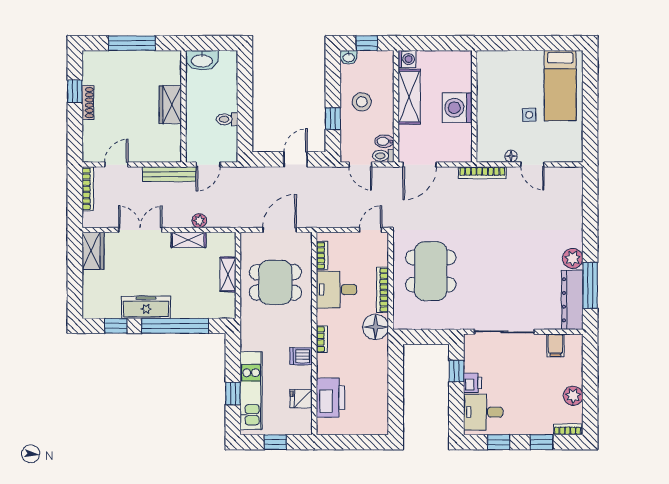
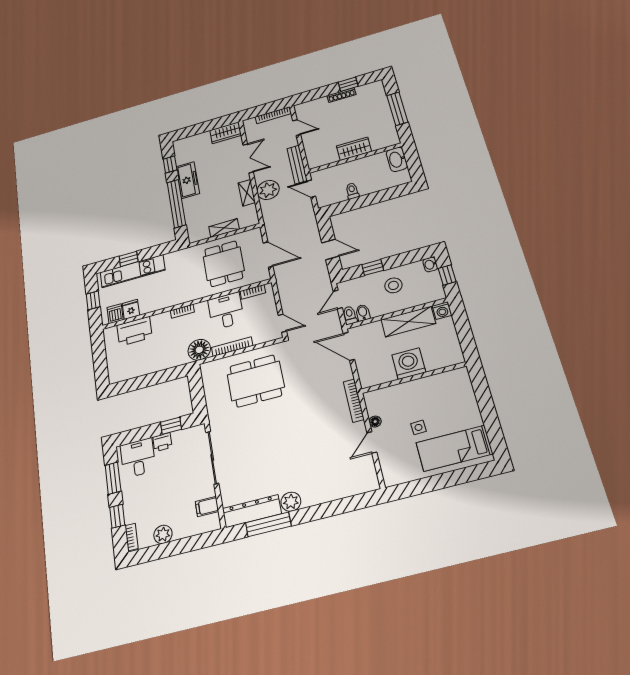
plant: (199, 221) -> (268, 190), width x1.88, depth x1.88
dishwasher: (301, 356) -> (115, 314), moved
window: (499, 442) -> (113, 478), width x1.50

